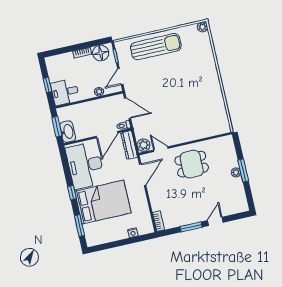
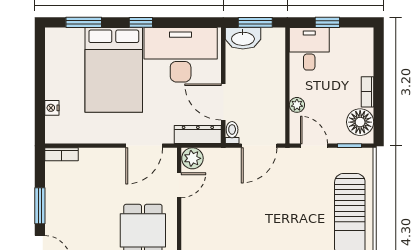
door: (143, 175) -> (144, 146), hinge flipped

